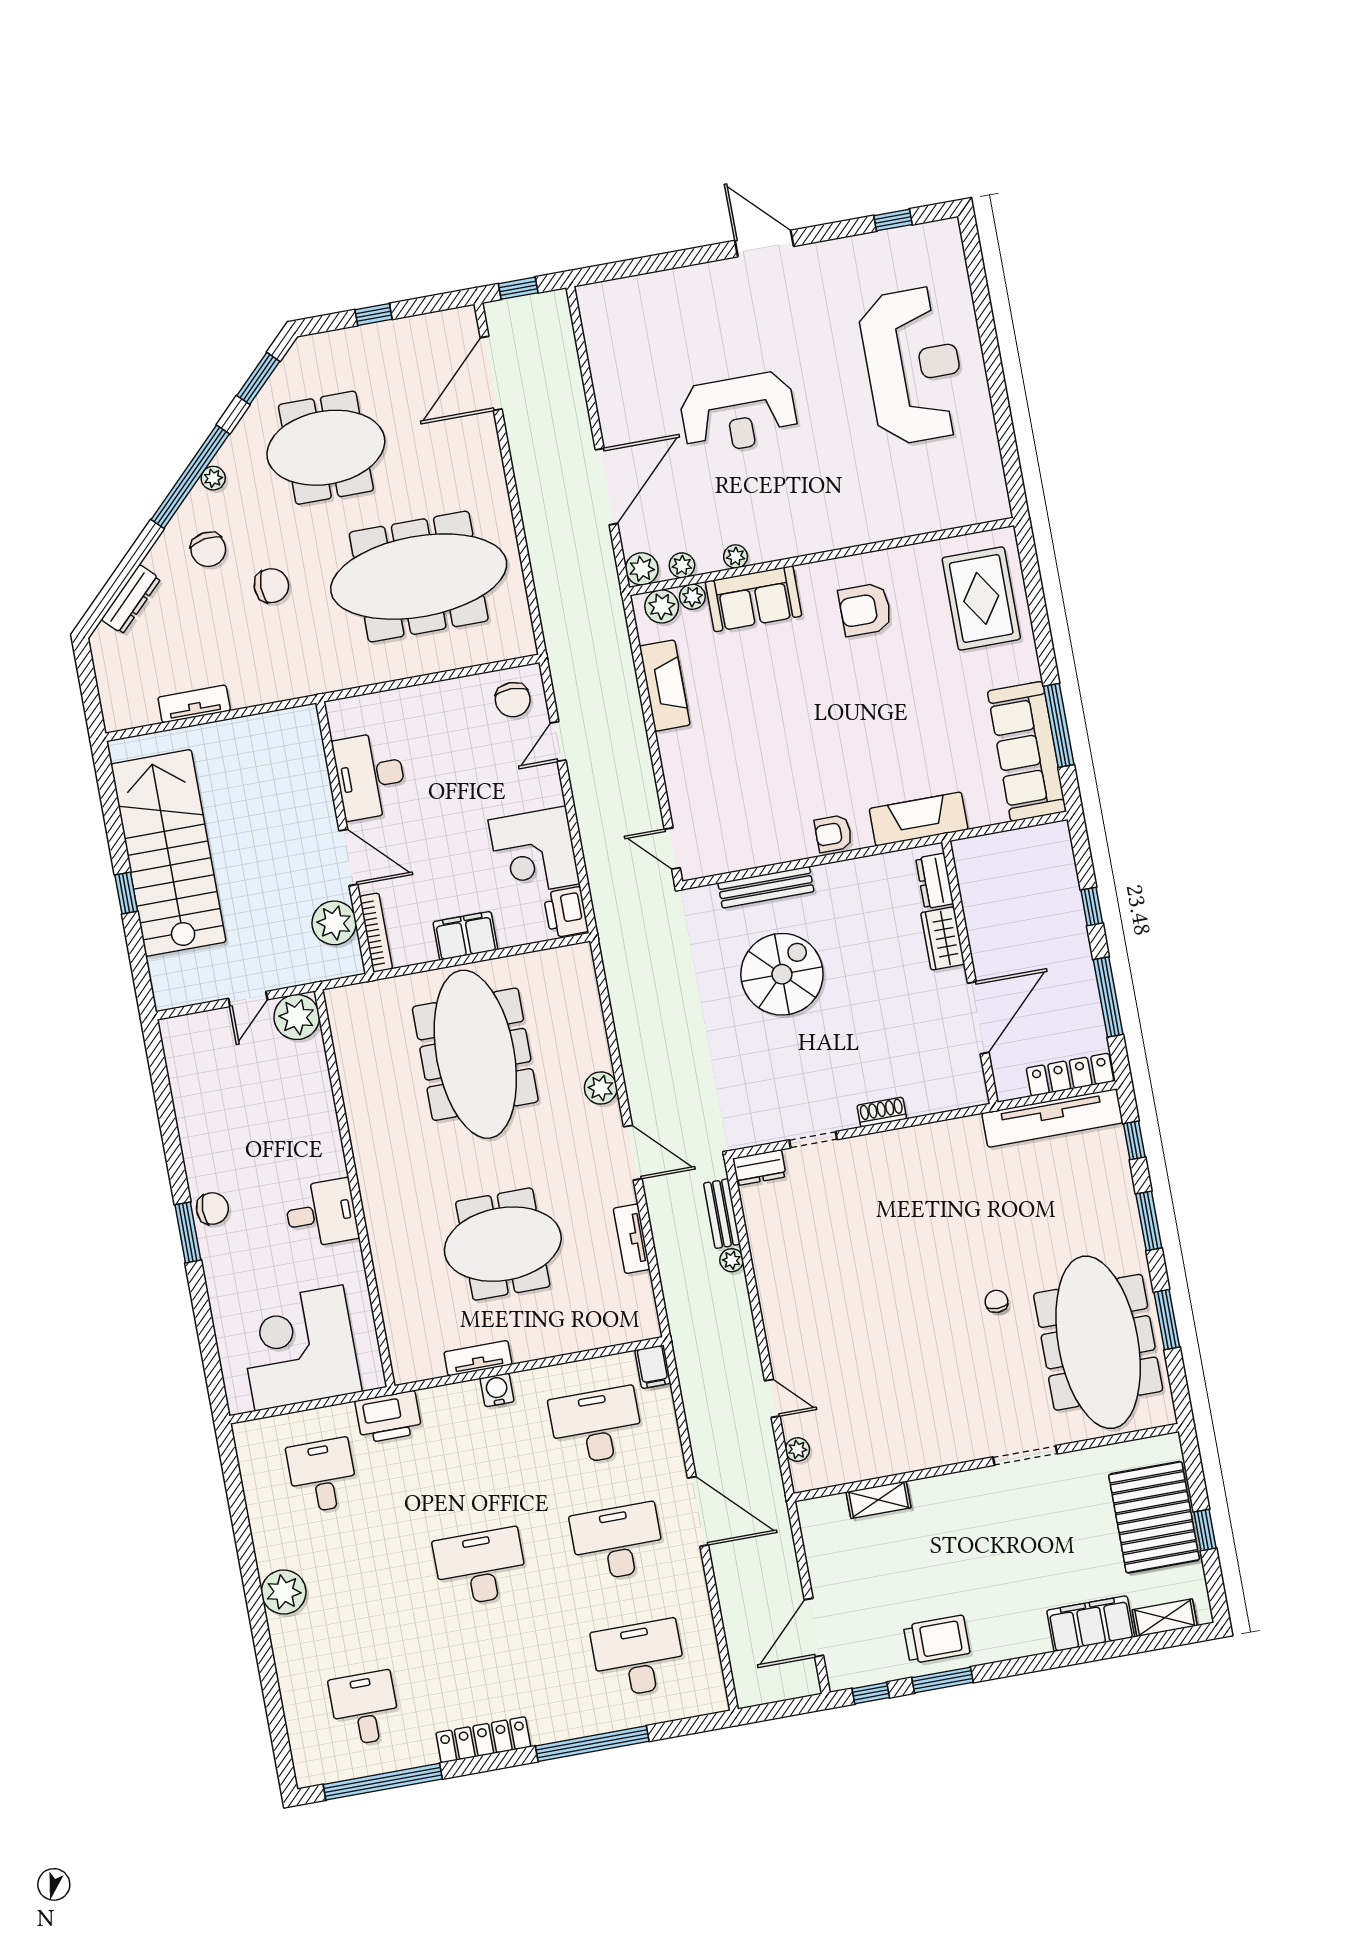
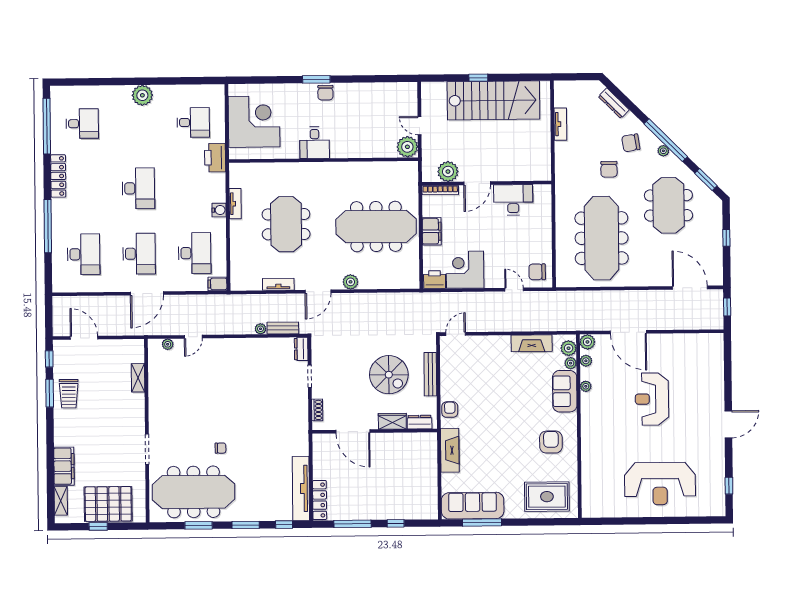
dresser: (935, 881) -> (420, 422), moved
wardrobe: (943, 938) -> (392, 421), moved
wall: (970, 972) -> (375, 431), moved
door: (978, 1018) -> (353, 431), moved

